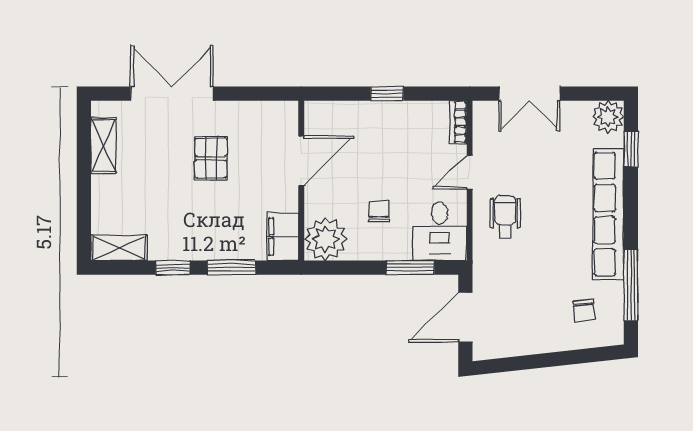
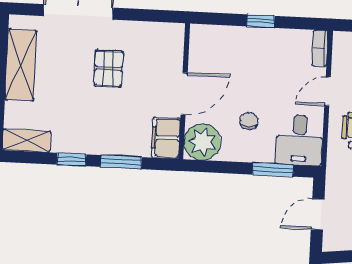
shelving: (103, 146) -> (21, 65), width x1.50, depth x1.33
door: (301, 161) -> (184, 94), moved
door: (465, 317) -> (318, 214), width x0.73

